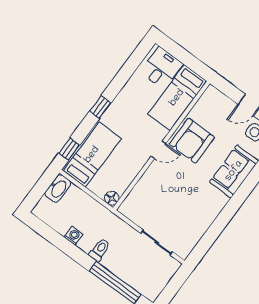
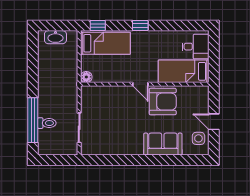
armchair: (192, 141) -> (163, 102), turned 180
washbasin: (58, 188) -> (55, 37), moved
washing machine: (73, 236) -> (43, 70), removed
toilet: (100, 250) -> (47, 123), moved

